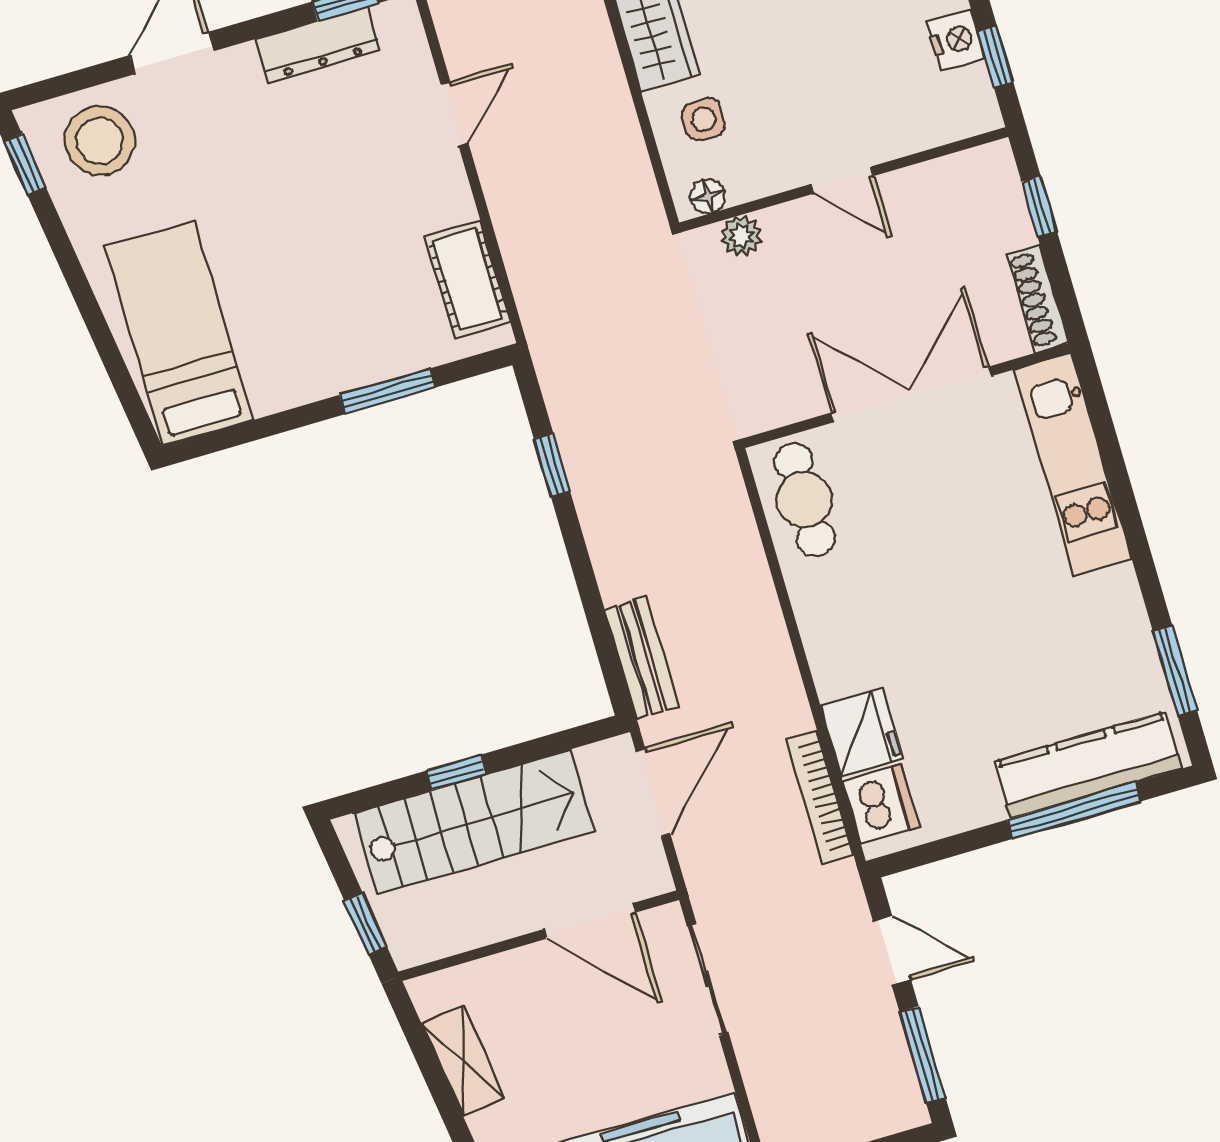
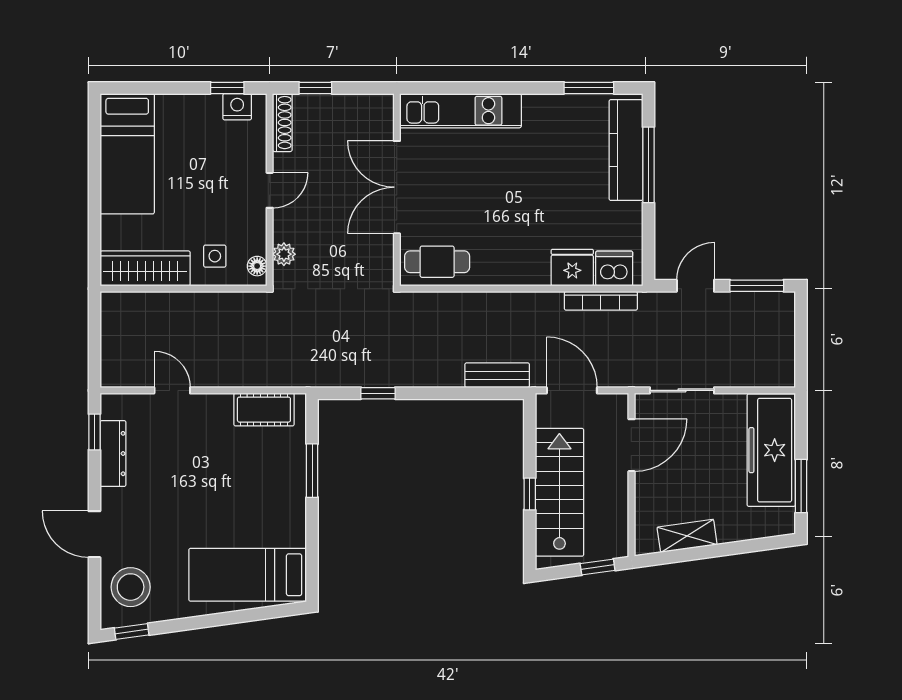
nightstand: (956, 40) -> (237, 107), moved
shoe rack: (1038, 299) -> (282, 123), moved, turned -90

